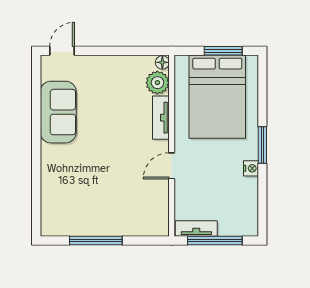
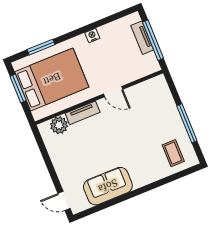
floor lamp: (162, 62) -> (44, 128), removed
window: (262, 145) -> (41, 47), moved
coffee table: (66, 209) -> (173, 153), added
tv unit: (196, 228) -> (142, 38), moved

